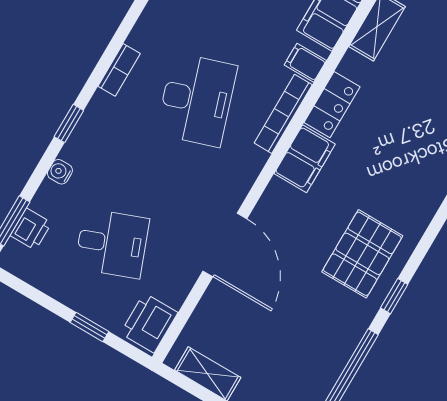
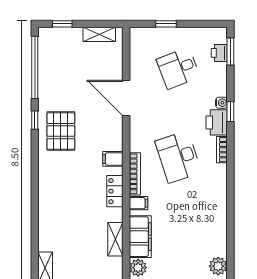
filing cabinet: (305, 159) -> (113, 159), width x0.50
water cooler: (60, 172) -> (221, 103), moved
printer: (149, 323) -> (217, 122), moved, turned 180

